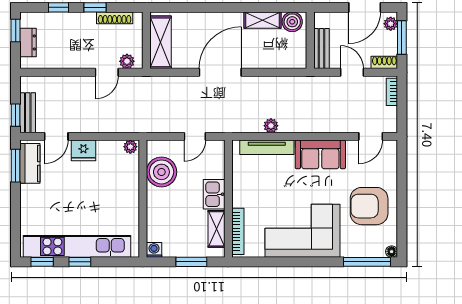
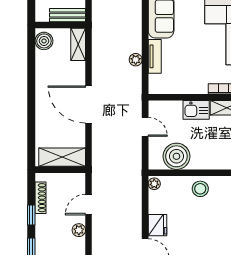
shelving: (262, 20) -> (78, 44), moved
plant: (127, 61) -> (79, 230), moved
door: (107, 72) -> (89, 205), swing flipped
tv unit: (267, 147) -> (155, 56), width x0.71
stool: (125, 199) -> (200, 189), added

